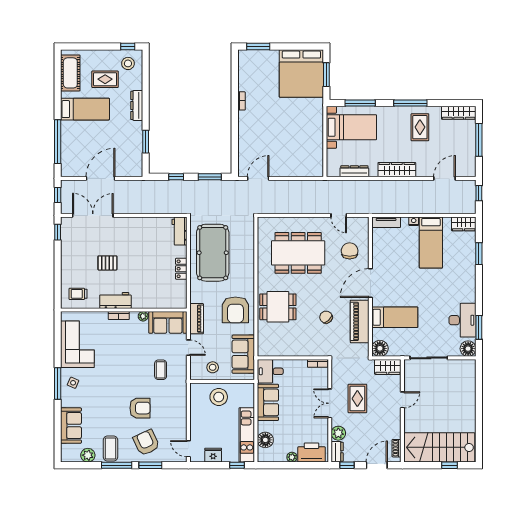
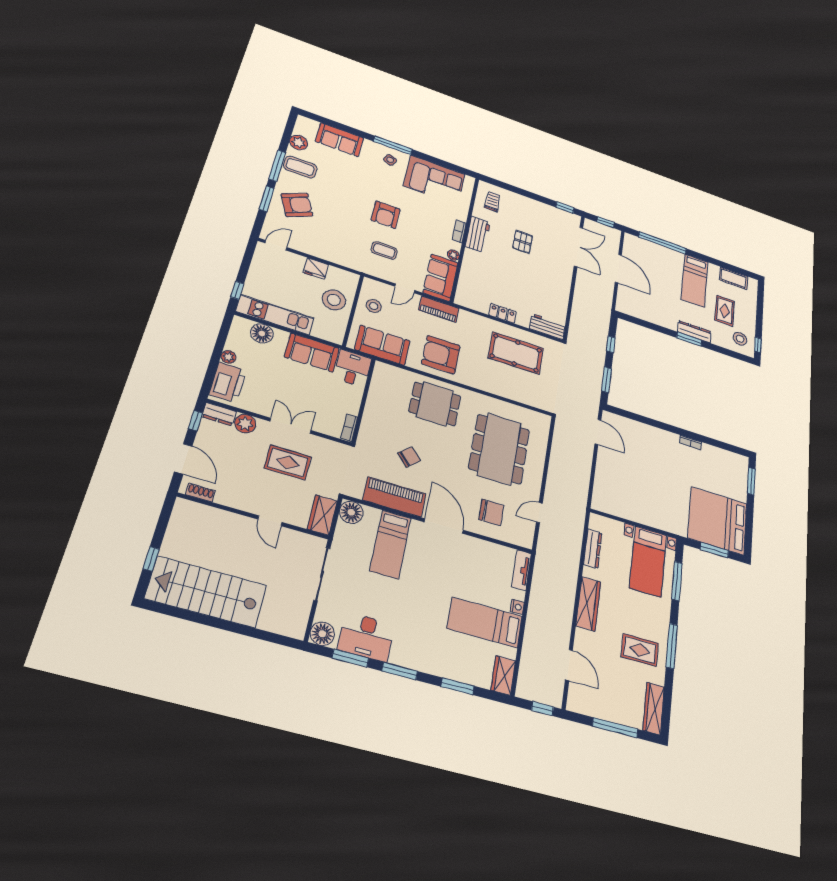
cot: (70, 73) -> (734, 278), width x0.73, depth x0.75
window: (146, 142) -> (689, 339), moved
pool table: (213, 253) -> (516, 353), width x0.73, depth x0.76
window: (479, 294) -> (400, 671), added
dining table: (278, 307) -> (435, 404), turned 90
armchair: (140, 408) -> (386, 215), moved
stairs: (439, 447) -> (206, 592), moved, turned -90
fridge: (213, 455) -> (316, 269), moved, turned 90

